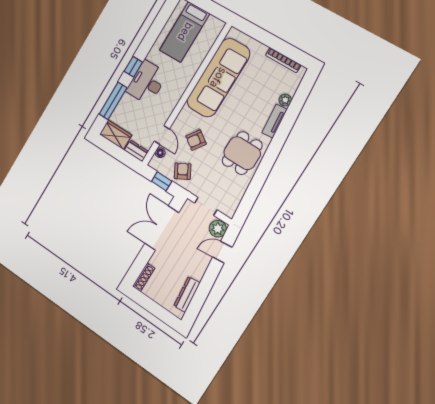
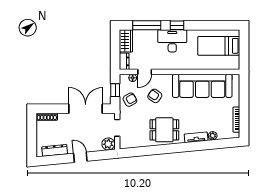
door: (222, 252) -> (80, 157), moved

